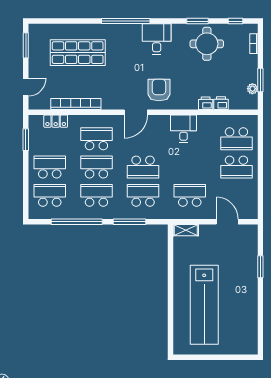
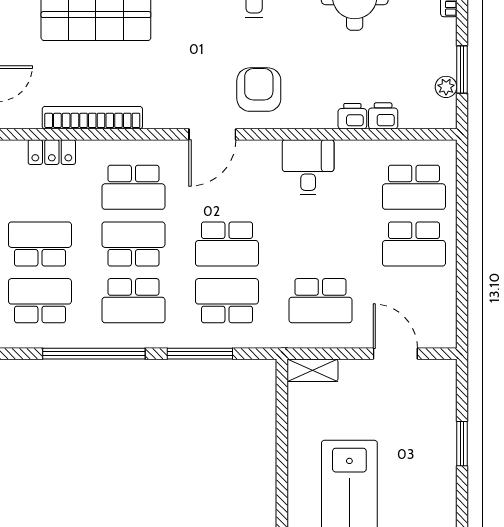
school desk: (96, 139) -> (133, 187), turned 180
school desk: (96, 195) -> (133, 301), turned 180
school desk: (190, 195) -> (320, 301), turned 180

